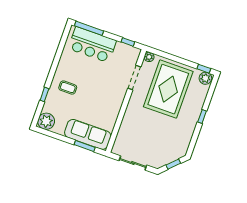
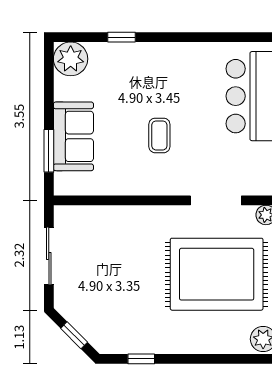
coffee table: (68, 88) -> (159, 135), moved
window: (202, 117) -> (141, 359), moved
sofa: (88, 134) -> (73, 136), width x0.73

